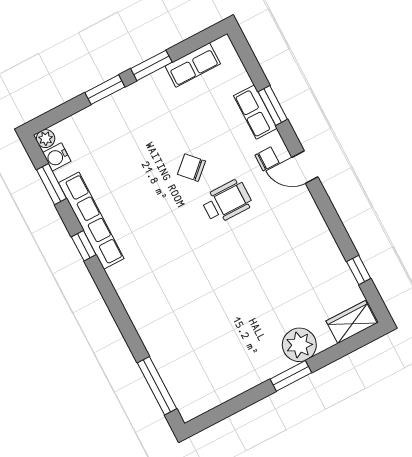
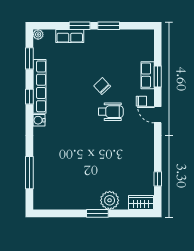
row of seats: (193, 65) -> (70, 36), moved
water cooler: (57, 157) -> (39, 120), moved
window: (157, 386) -> (29, 173), moved

